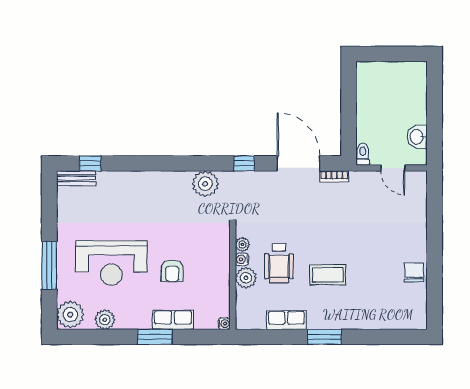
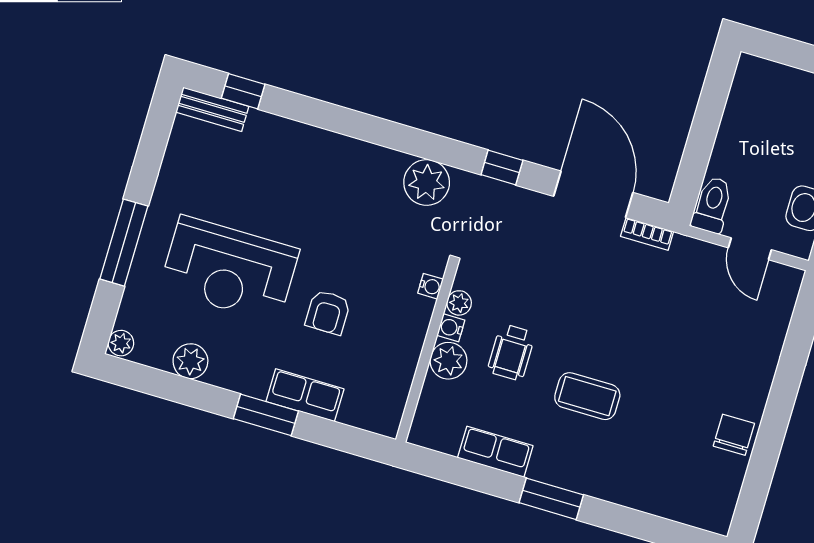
toilet: (363, 154) -> (712, 205), width x1.37, depth x1.39
wheelchair: (279, 263) -> (511, 352), width x0.73, depth x0.73
plant: (70, 315) -> (121, 343), width x0.53, depth x0.53
water cooler: (224, 324) -> (430, 286), moved

